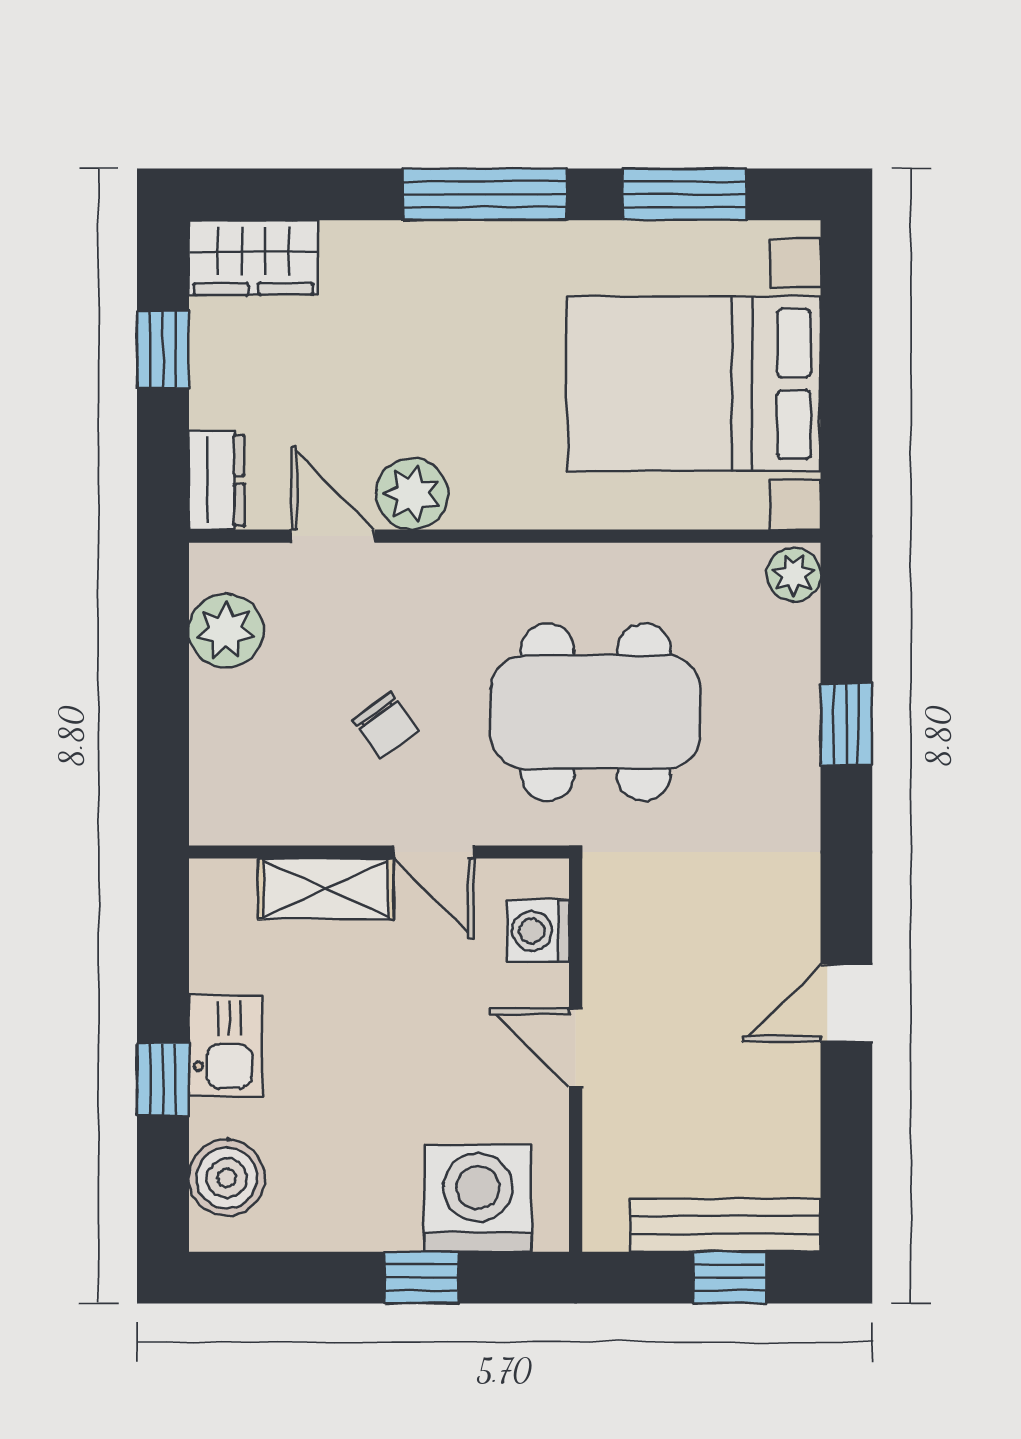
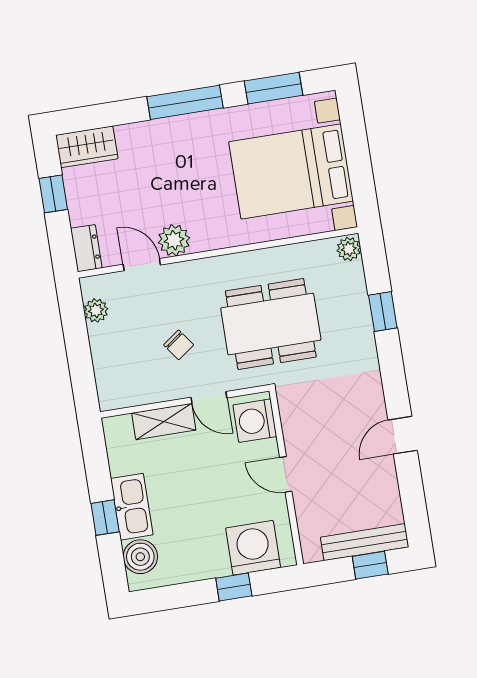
plant: (226, 631) -> (96, 310), width x0.73, depth x0.73
washing machine: (538, 931) -> (255, 421), width x1.38, depth x1.38
kitchen sink: (226, 1046) -> (132, 507), width x1.38

